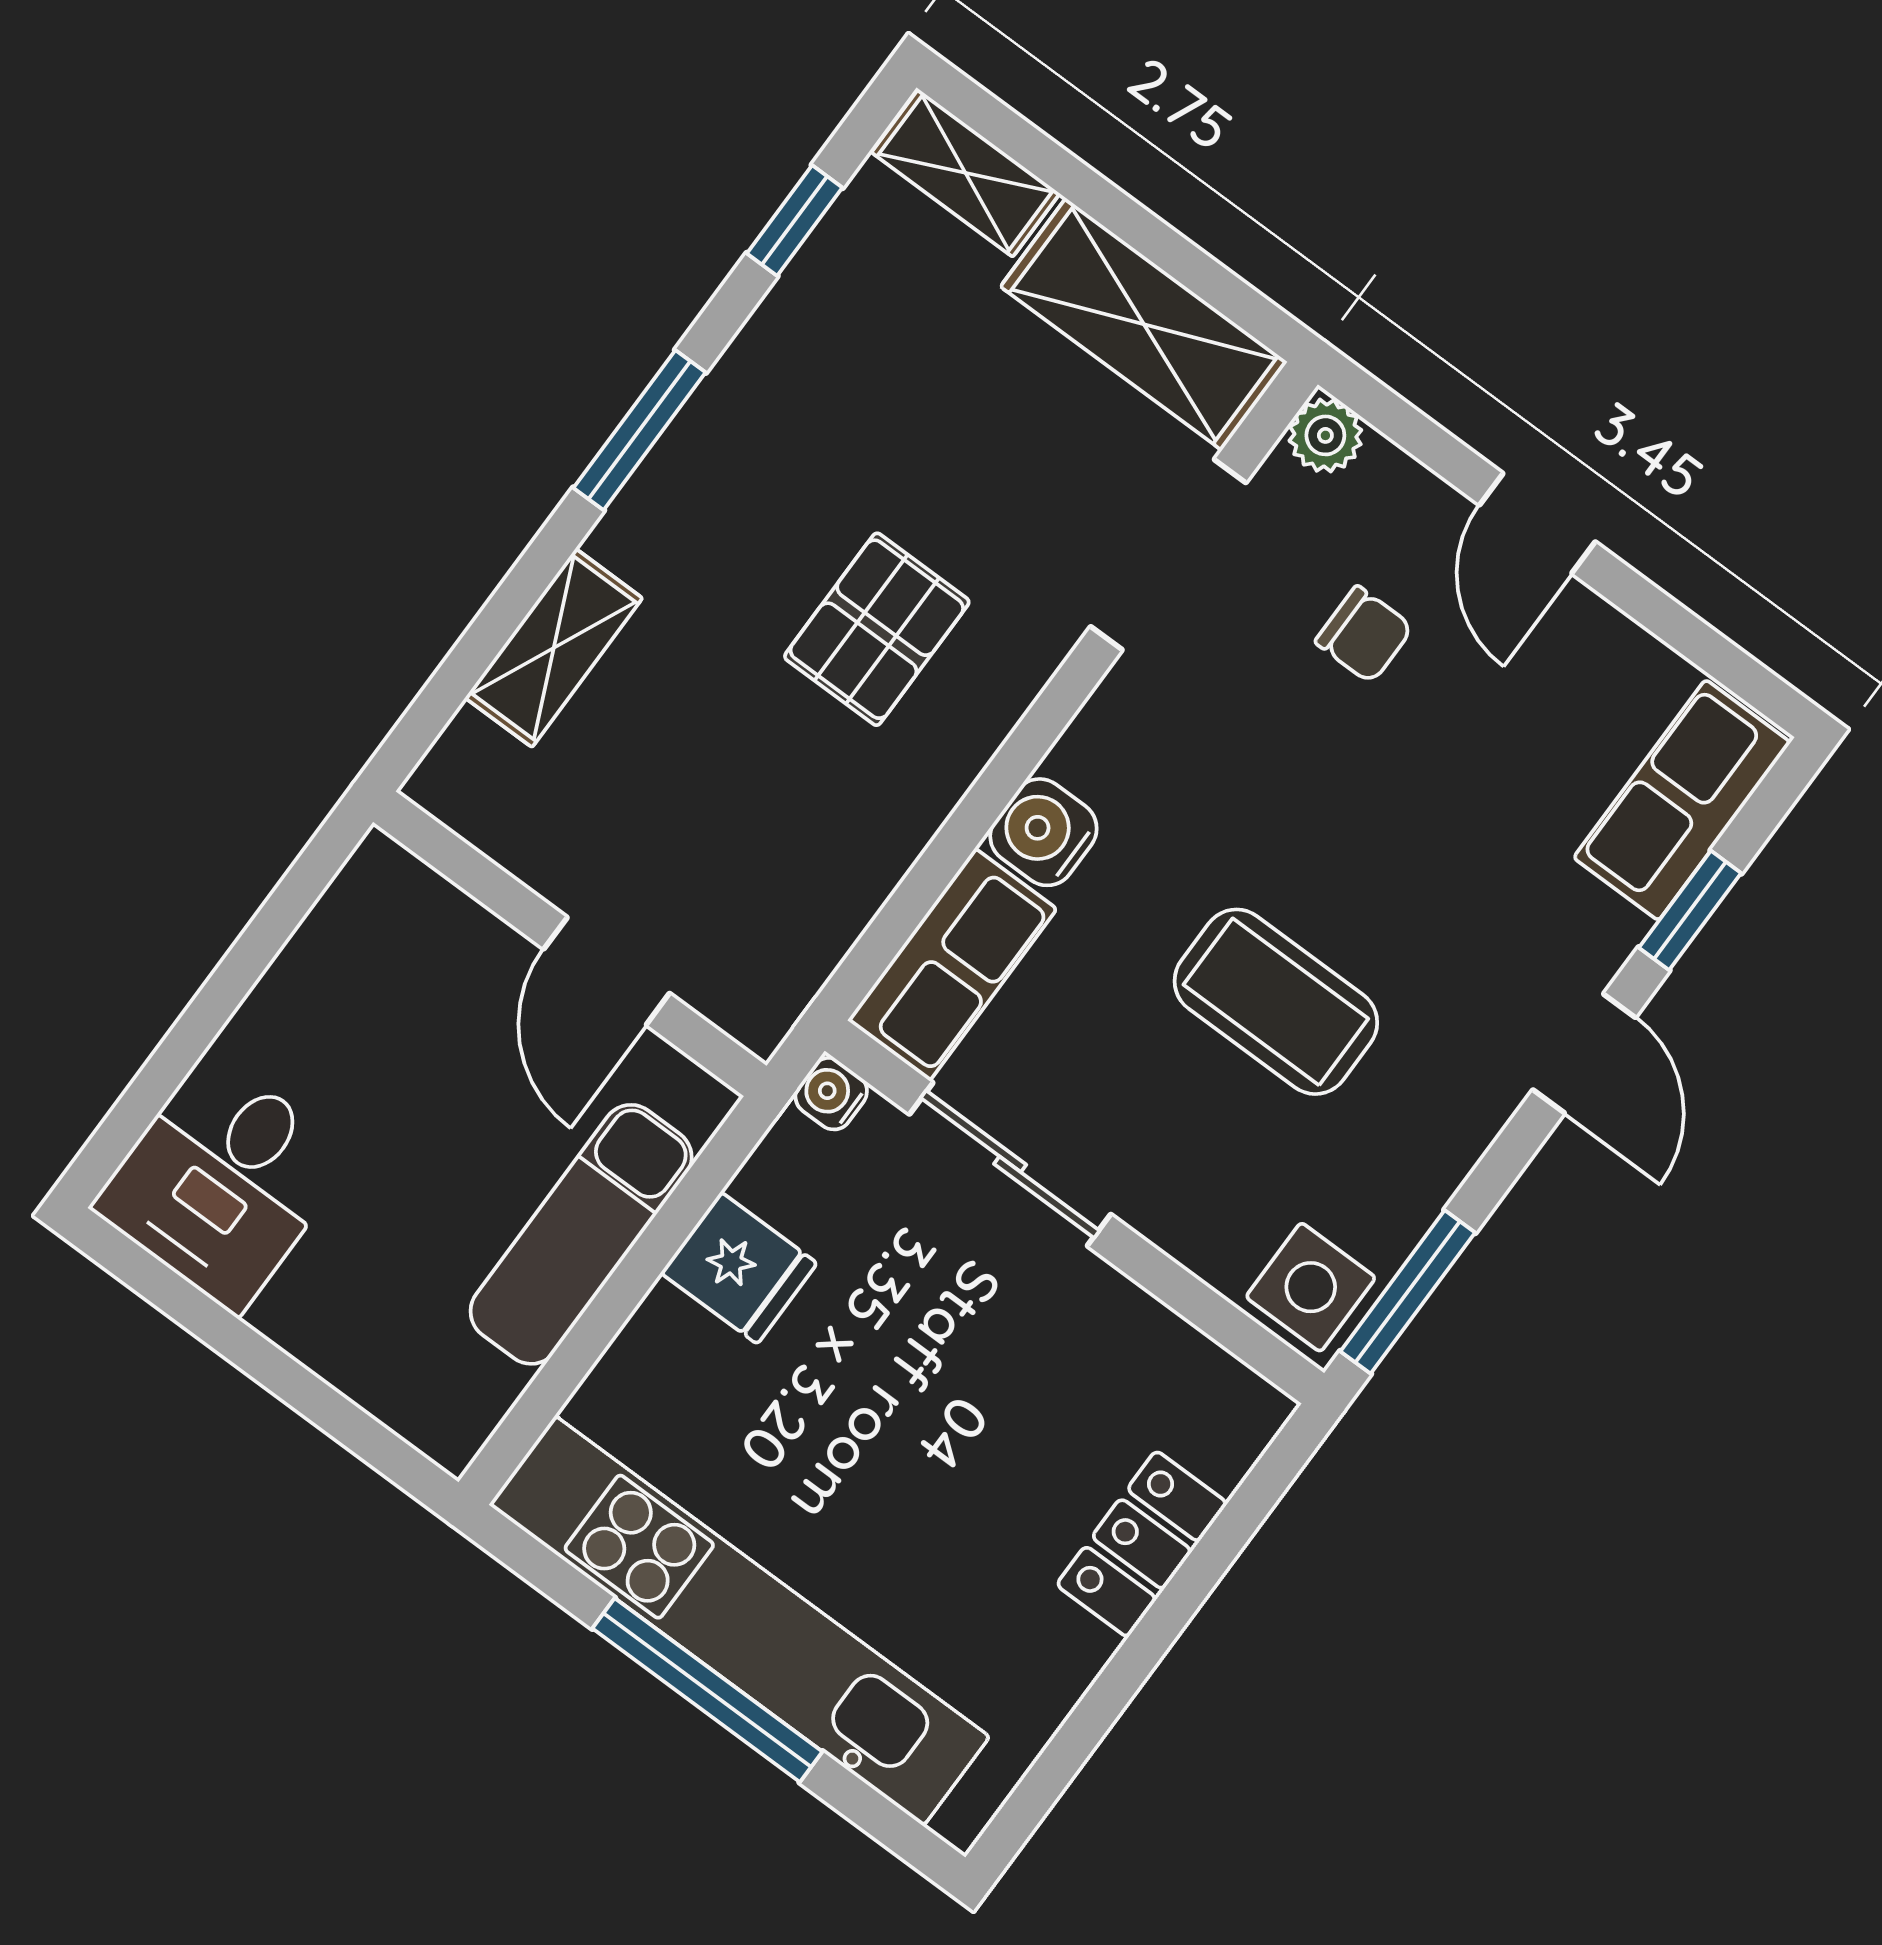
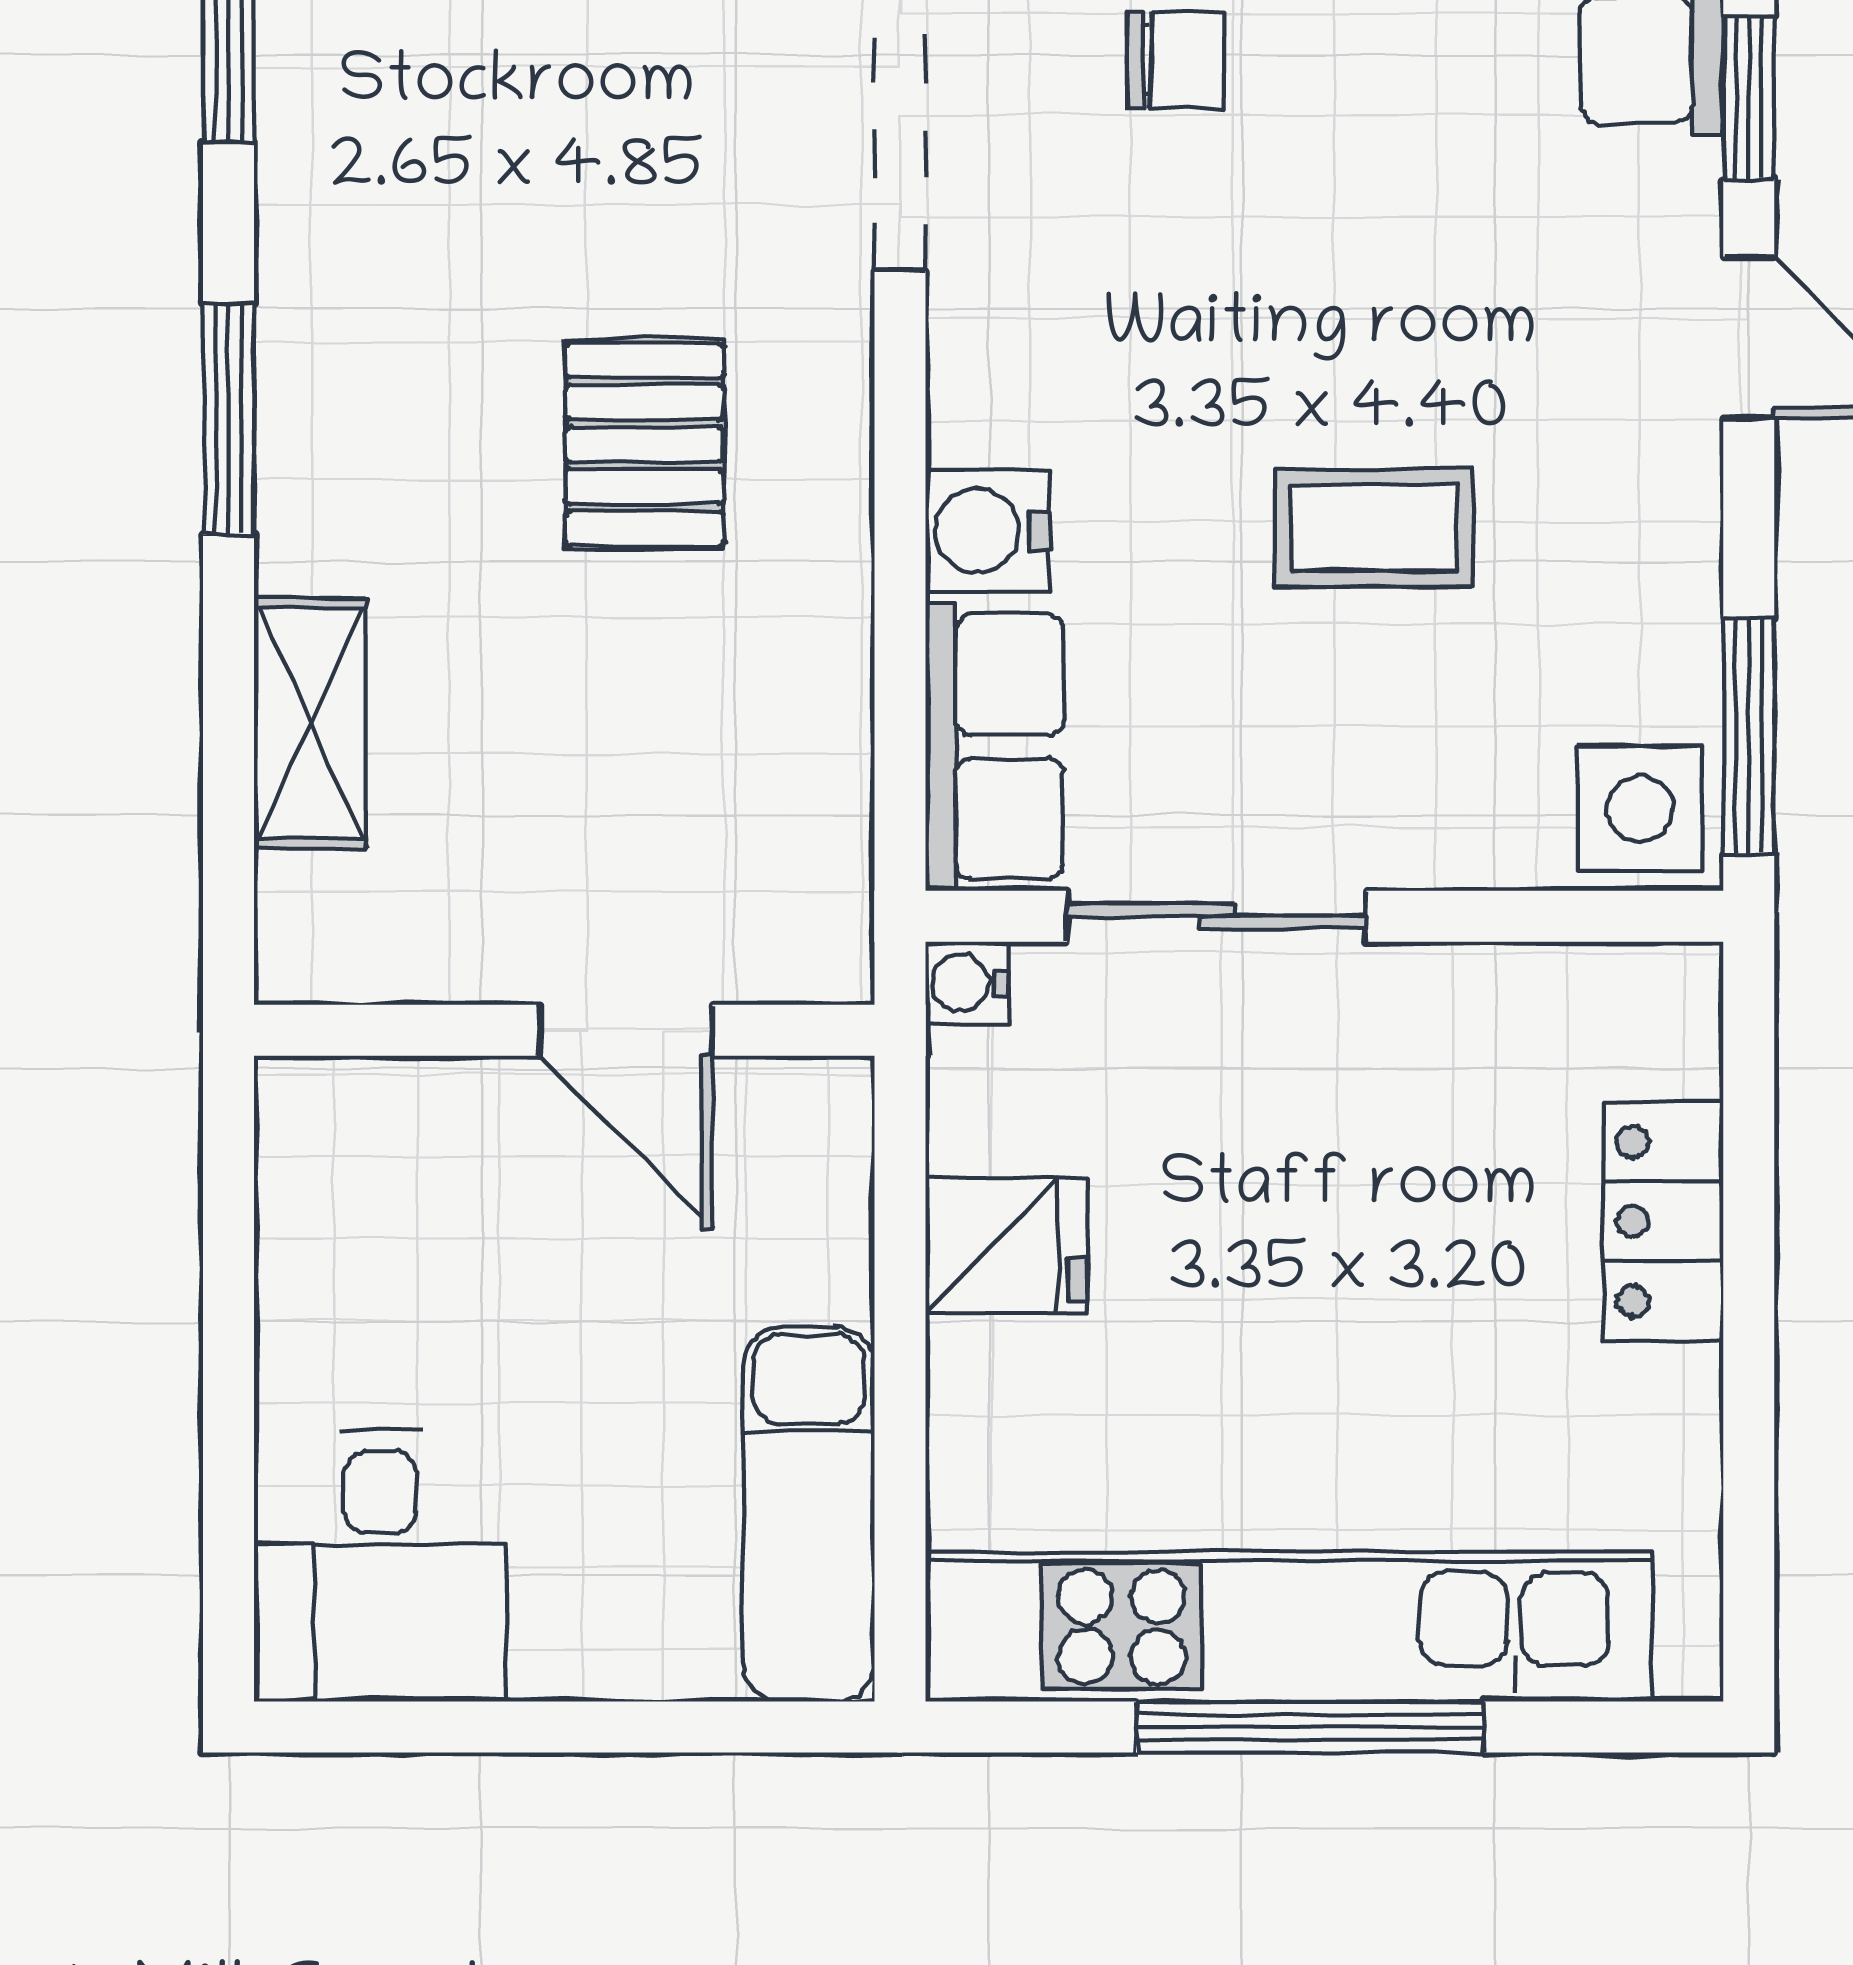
coffee table: (1276, 1002) -> (1374, 528), width x0.73, depth x0.77
exam couch: (581, 1234) -> (809, 1514), moved

